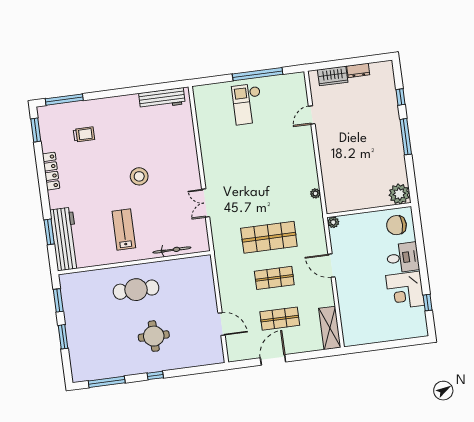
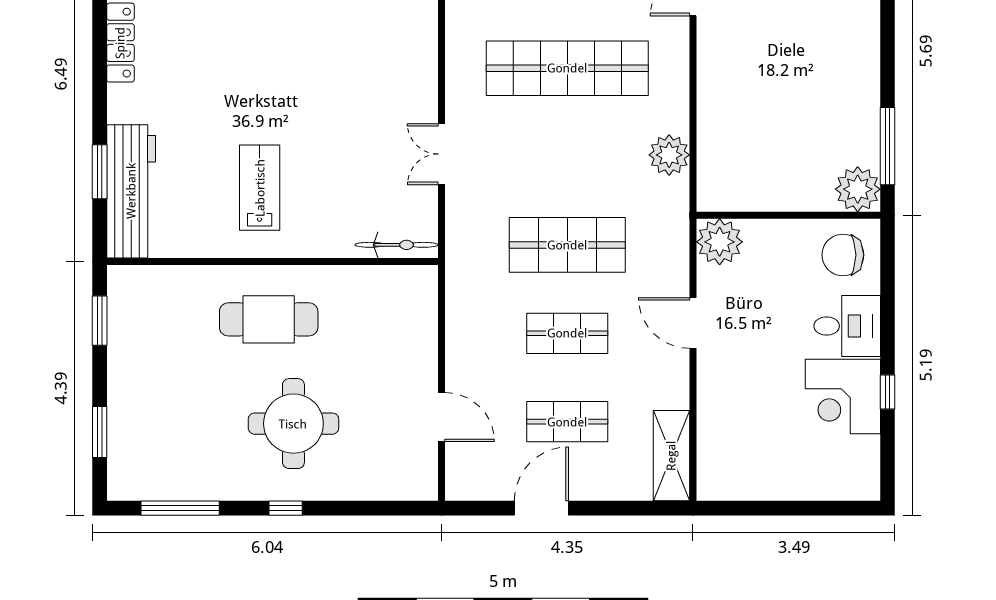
window: (406, 137) -> (888, 146), moved
shop shelf: (258, 156) -> (567, 68), added
stool: (139, 176) -> (307, 79), removed
plant: (315, 193) -> (669, 155), width x1.88, depth x1.88
plant: (333, 222) -> (720, 242), width x1.88, depth x1.88
bicycle: (172, 250) -> (397, 245), moved
window: (428, 303) -> (888, 392), moved
round table: (154, 336) -> (293, 424), width x1.36, depth x1.36
window: (63, 337) -> (100, 432), moved

